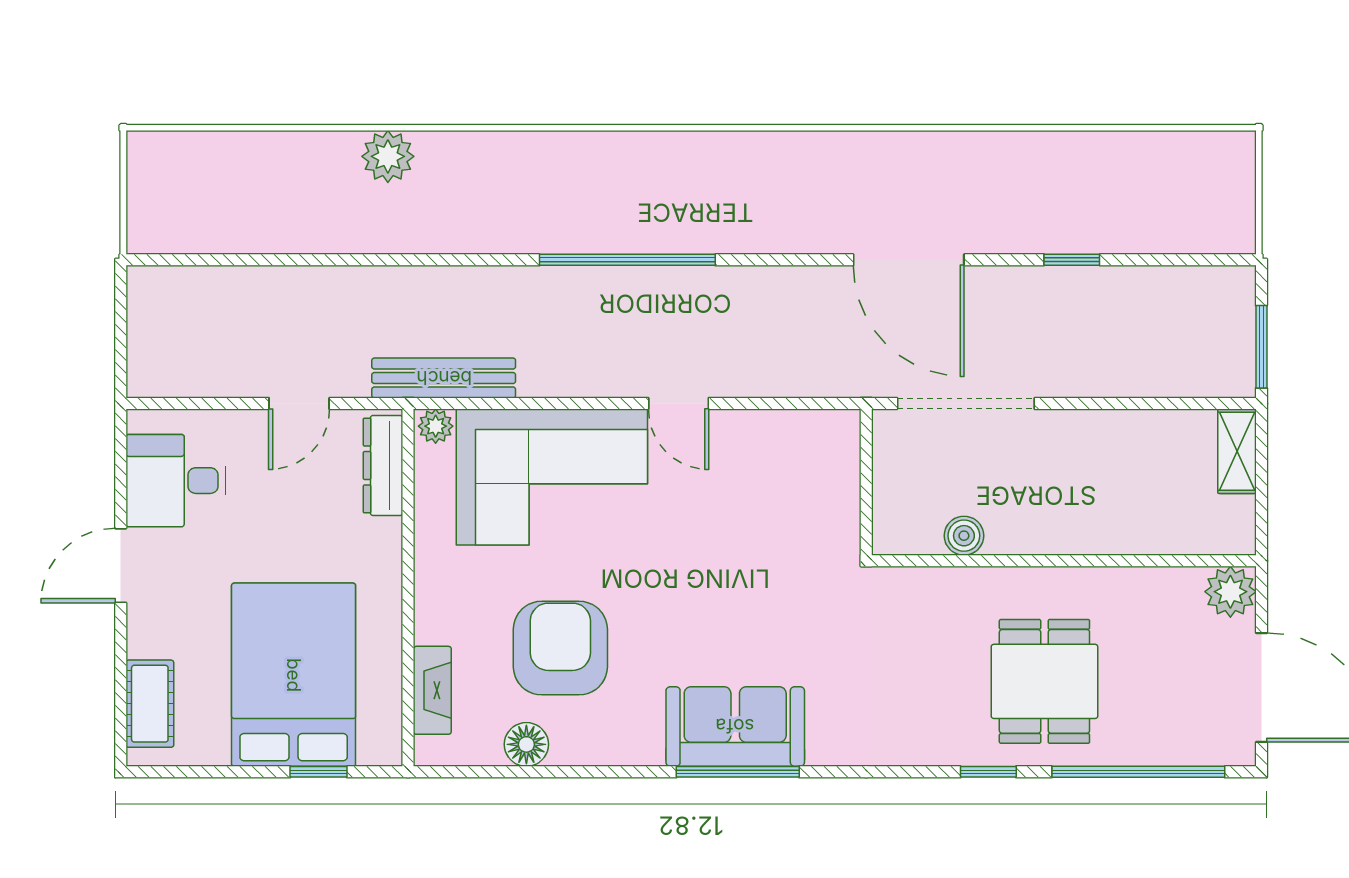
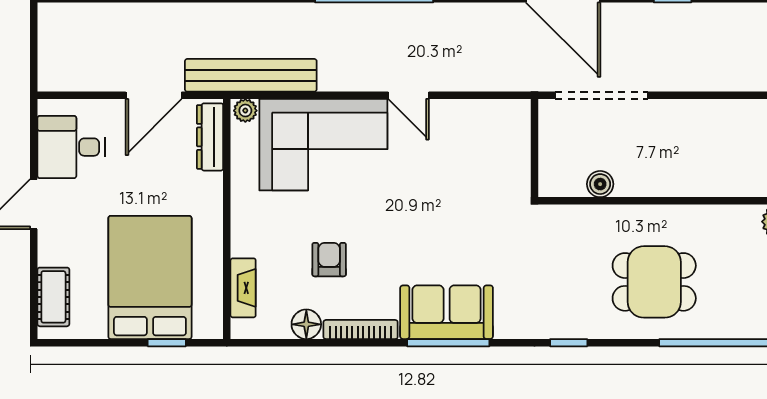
bench: (444, 378) -> (251, 75), width x1.37, depth x1.21
door: (299, 404) -> (154, 95), width x1.38
armchair: (560, 648) -> (329, 260), width x0.53, depth x0.53
dining table: (1044, 681) -> (654, 282), turned 90
bookcase: (607, 752) -> (361, 330), added
window: (988, 772) -> (569, 343), moved

